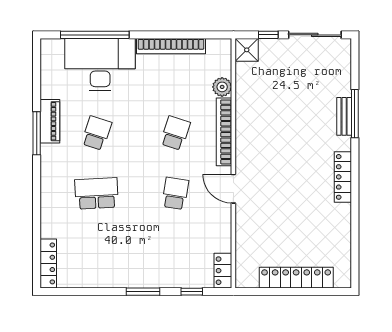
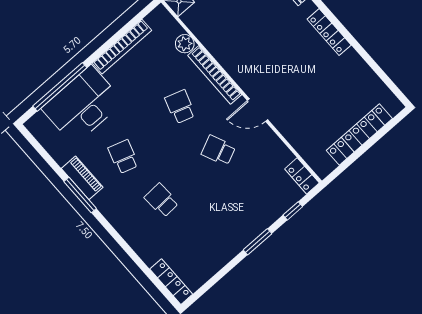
school desk: (97, 193) -> (162, 200), width x0.54
school desk: (175, 193) -> (218, 150), turned -33

